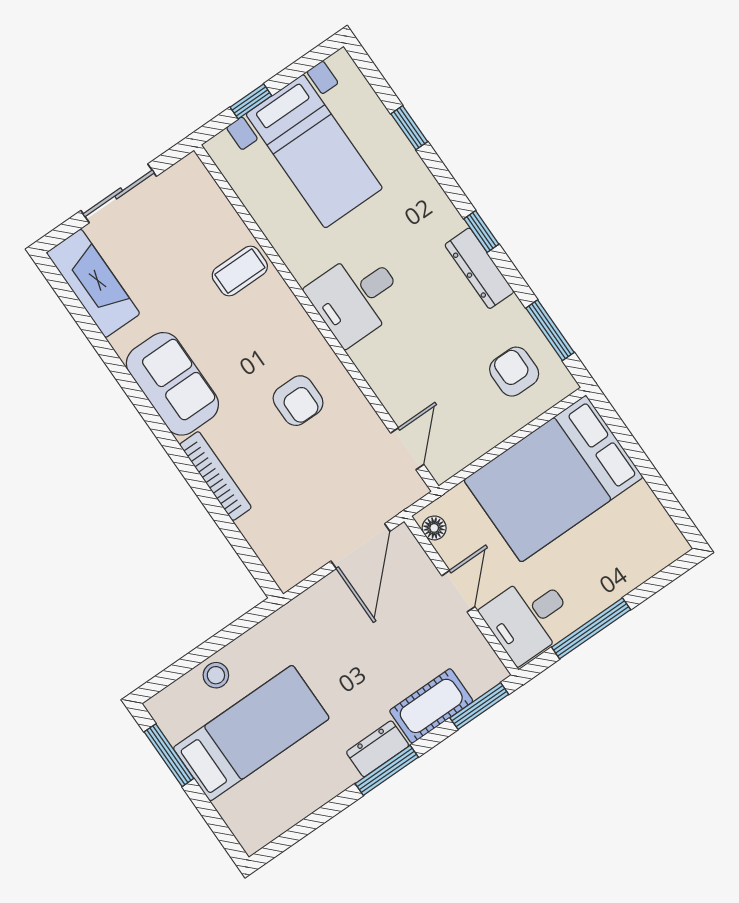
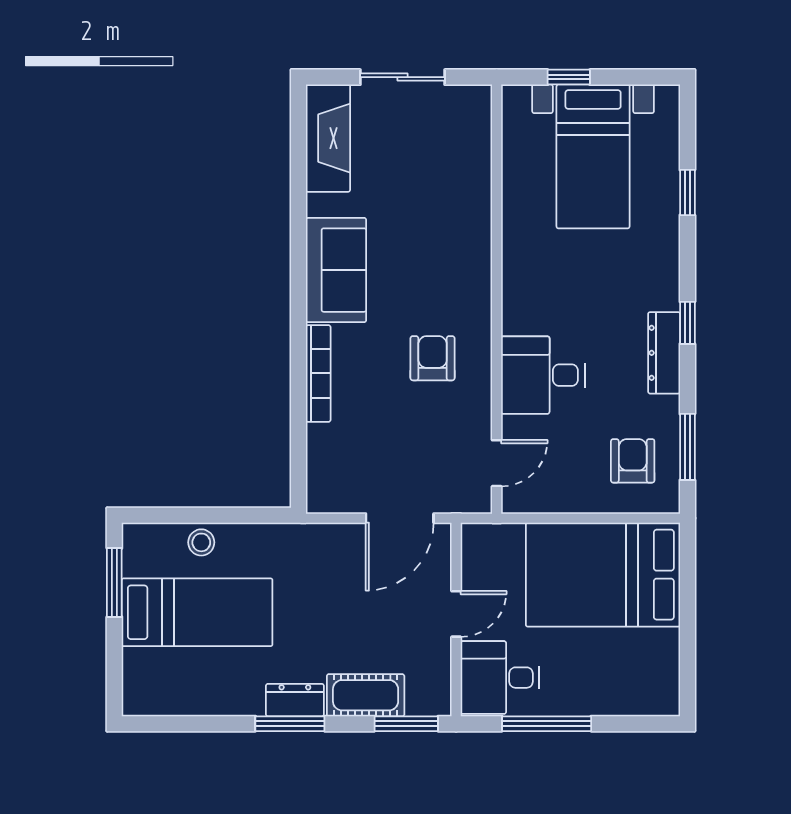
coffee table: (240, 271) -> (460, 214), removed
desk: (356, 297) -> (543, 375), moved
armchair: (298, 401) -> (433, 358), turned 180
floor lamp: (434, 528) -> (473, 546), removed

